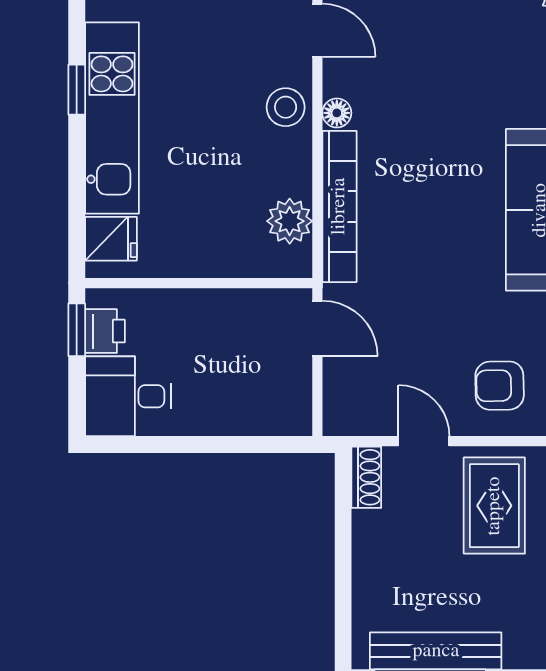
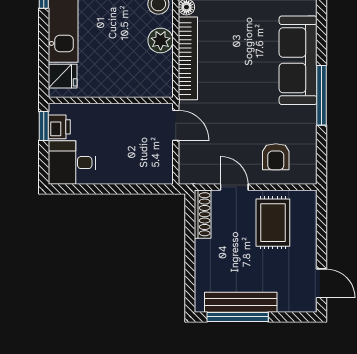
plant: (290, 221) -> (161, 40), moved
armchair: (500, 386) -> (276, 157), turned -89
shoe rack: (366, 477) -> (203, 214), width x1.43

